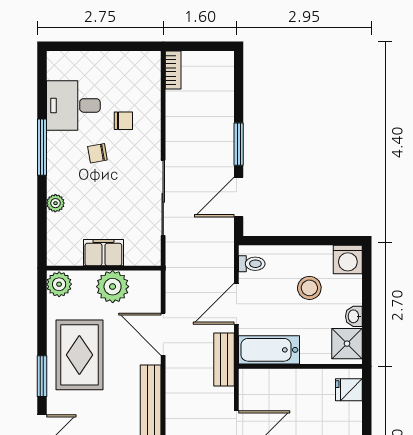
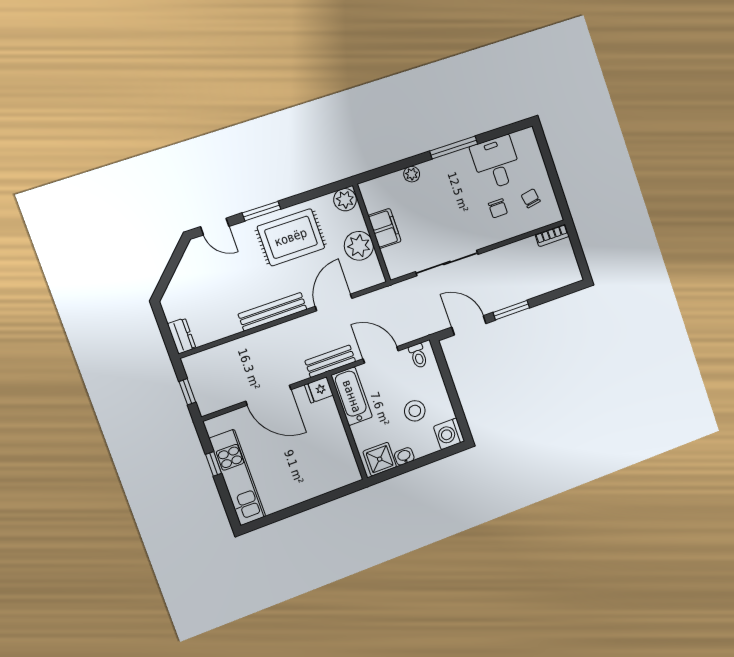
chair: (97, 153) -> (531, 198), moved
fridge: (349, 390) -> (319, 390), moved, turned -90

